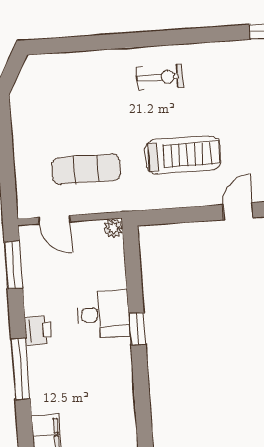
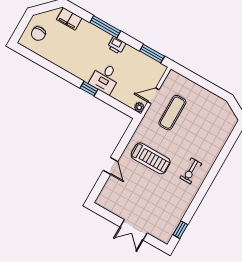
treadmill: (183, 155) -> (151, 158), turned -90
door: (55, 220) -> (153, 96), moved

